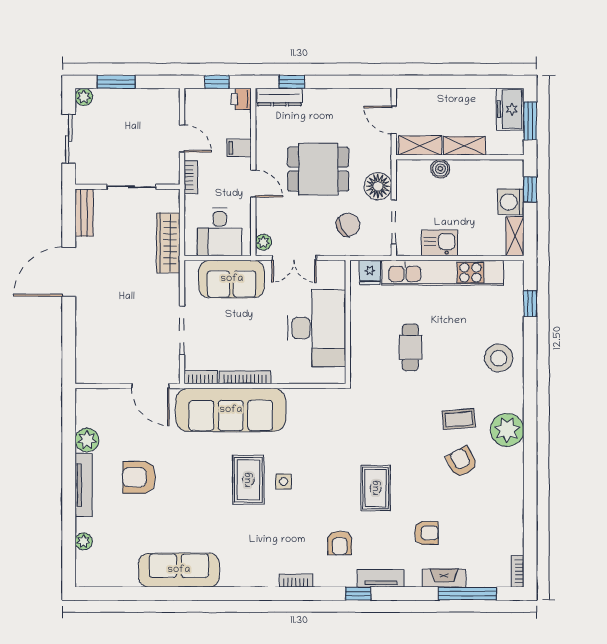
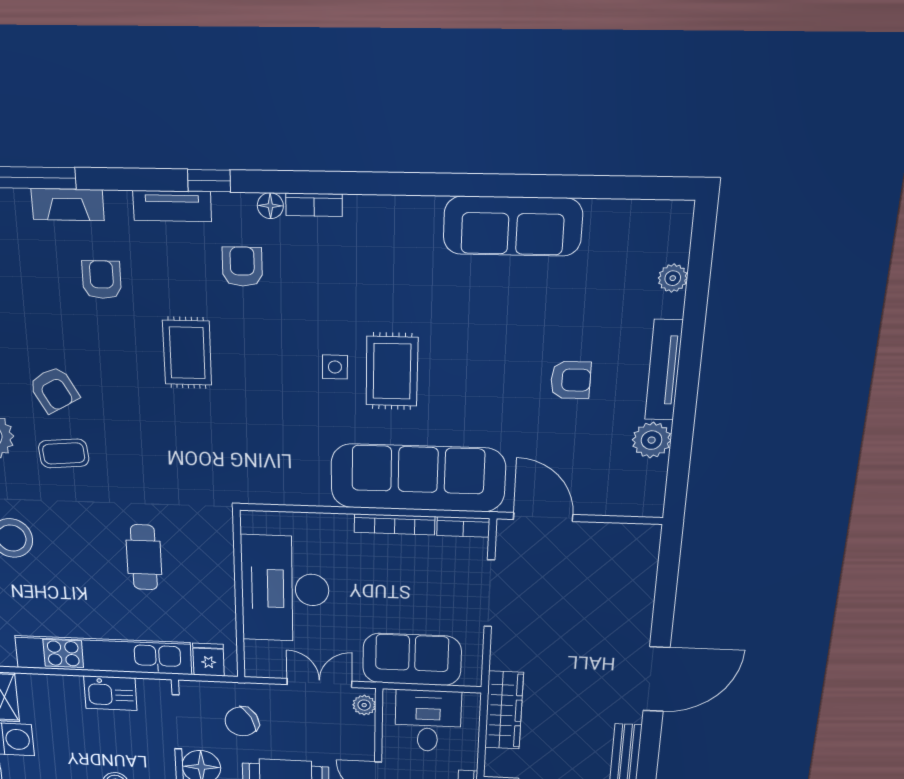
armchair: (139, 477) -> (571, 380), width x0.72, depth x0.72
armchair: (426, 533) -> (102, 280), turned 90
floor lamp: (322, 580) -> (270, 206), added

